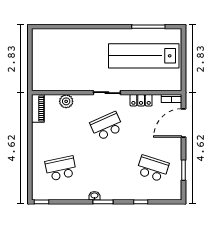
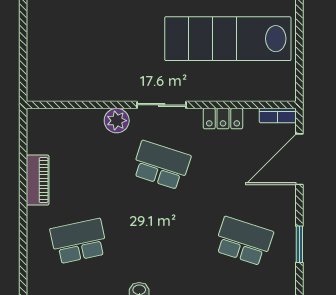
plant: (66, 101) -> (117, 121), moved
piano: (38, 108) -> (38, 180), moved
school desk: (107, 126) -> (161, 165), turned 42

